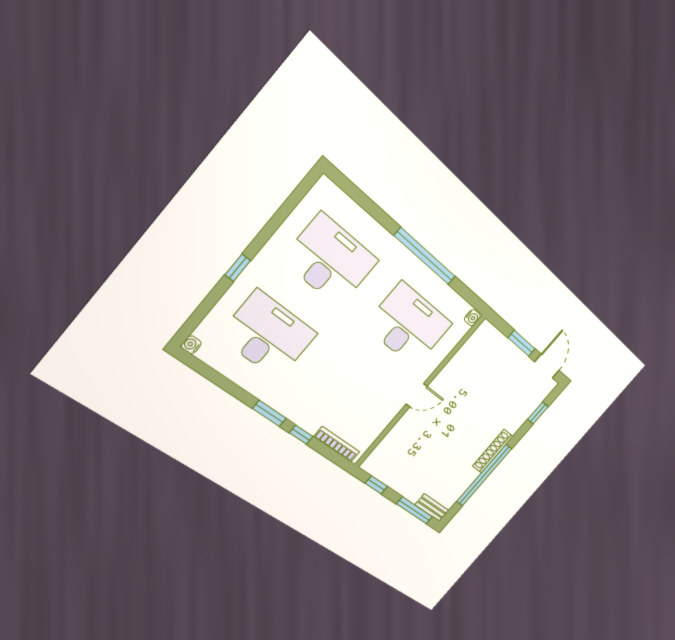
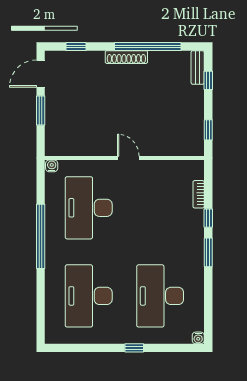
bookcase: (337, 444) -> (199, 194), width x0.64
window: (414, 510) -> (208, 80), width x0.46

